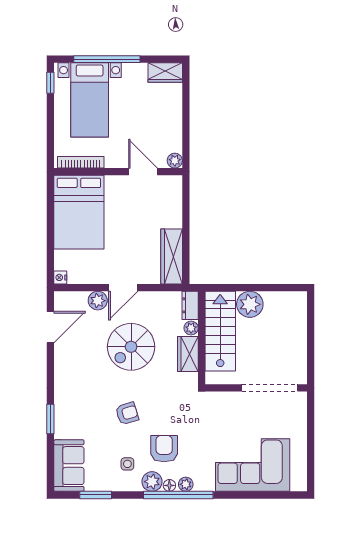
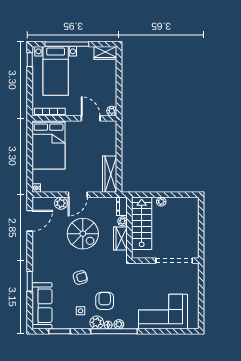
plant: (250, 304) -> (161, 202), width x0.53, depth x0.53
spiral stairs: (131, 347) -> (83, 234), turned -90
sofa: (69, 466) -> (42, 306), width x1.36

